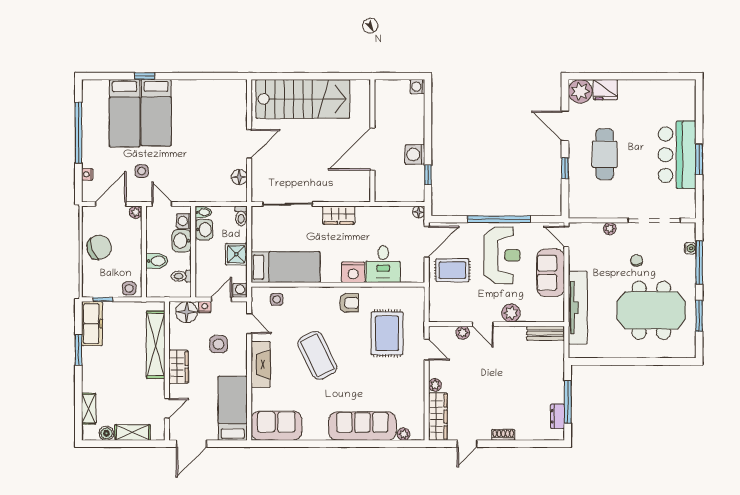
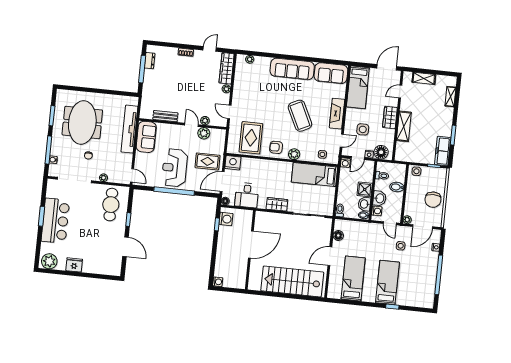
fridge: (605, 90) -> (74, 265), moved
plant: (580, 91) -> (49, 261), moved
bed: (125, 113) -> (353, 278), moved
washing machine: (415, 154) -> (226, 219), moved
cafe table: (605, 154) -> (111, 205), moved
chair: (99, 247) -> (433, 200), turned -70
shower: (236, 254) -> (365, 189), moved
desk: (383, 264) -> (247, 195), moved, turned 180
nightstand: (353, 272) -> (233, 163), moved
sofa: (551, 273) -> (146, 137), moved
plant: (320, 295) -> (294, 154), added
meeting table: (651, 310) -> (82, 122), turned 90
plant: (511, 313) -> (204, 133), moved
door: (249, 324) -> (342, 141), swing flipped
rug: (387, 333) -> (251, 138), moved
bench: (546, 333) -> (165, 116), moved
shelving: (156, 345) -> (404, 126), width x0.68
sofa: (362, 426) -> (292, 69), moved
boiler: (106, 433) -> (441, 80), removed

